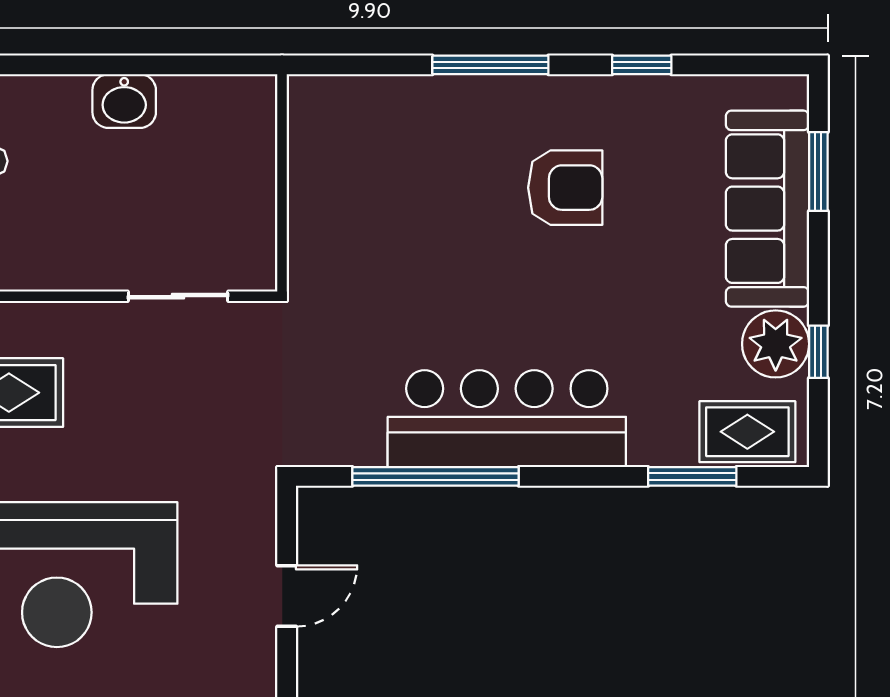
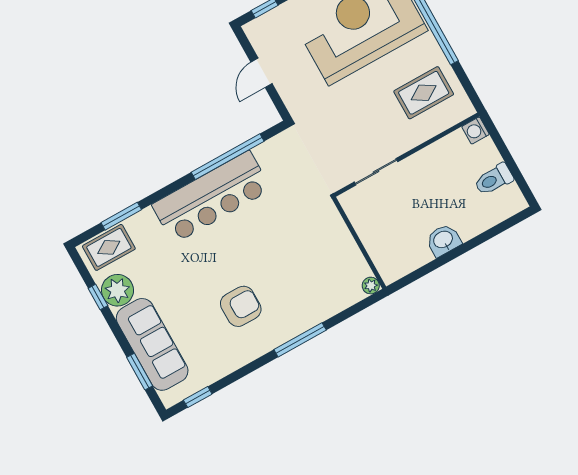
window: (642, 65) -> (198, 397), moved
plant: (305, 92) -> (371, 286), added
armchair: (565, 188) -> (241, 306), turned 180

